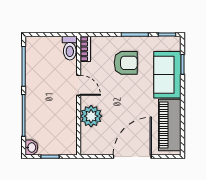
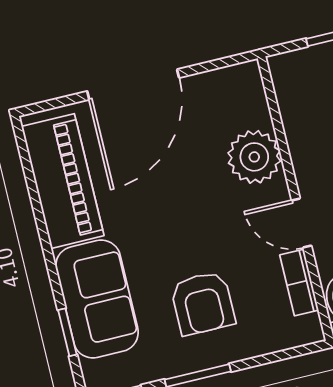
bookcase: (85, 49) -> (299, 283), moved
armchair: (126, 63) -> (203, 303), turned -90

